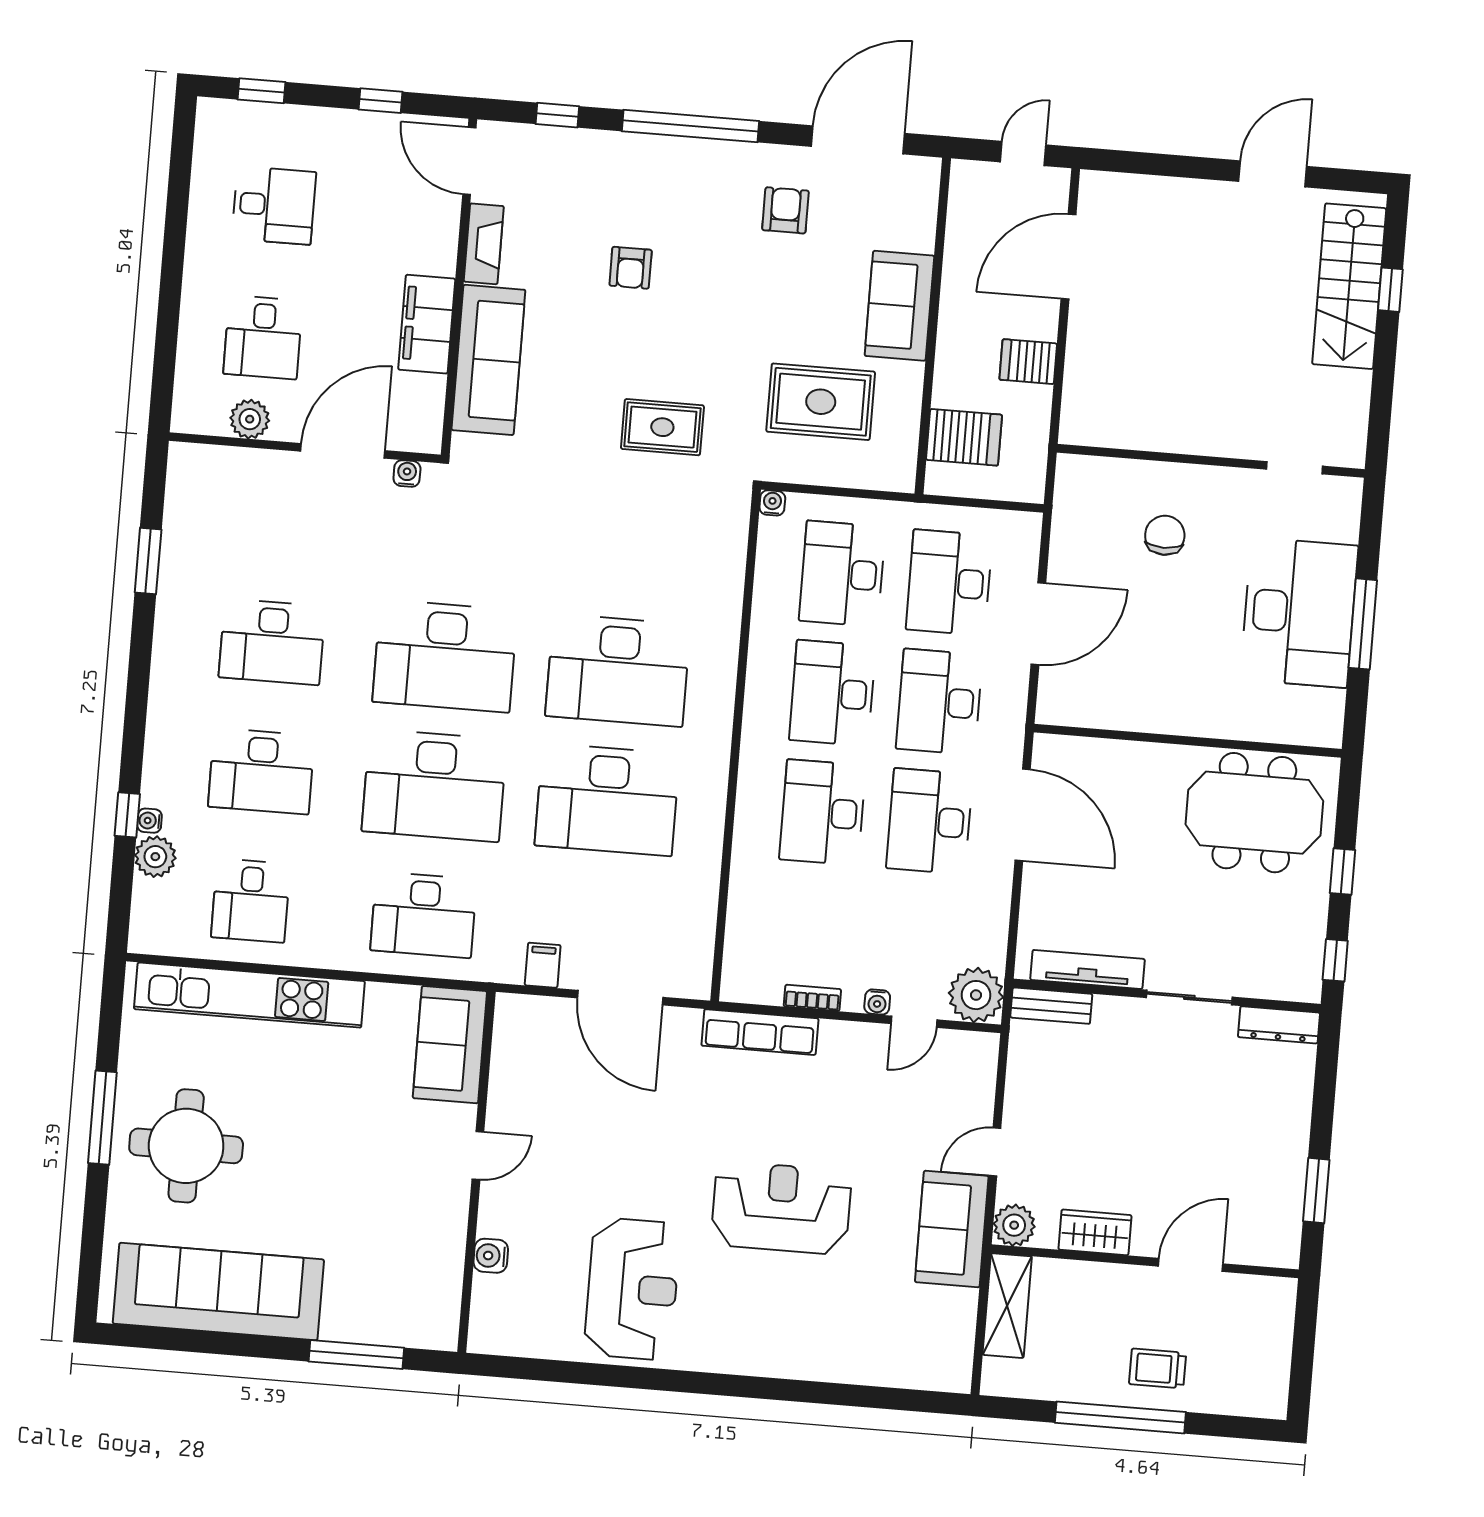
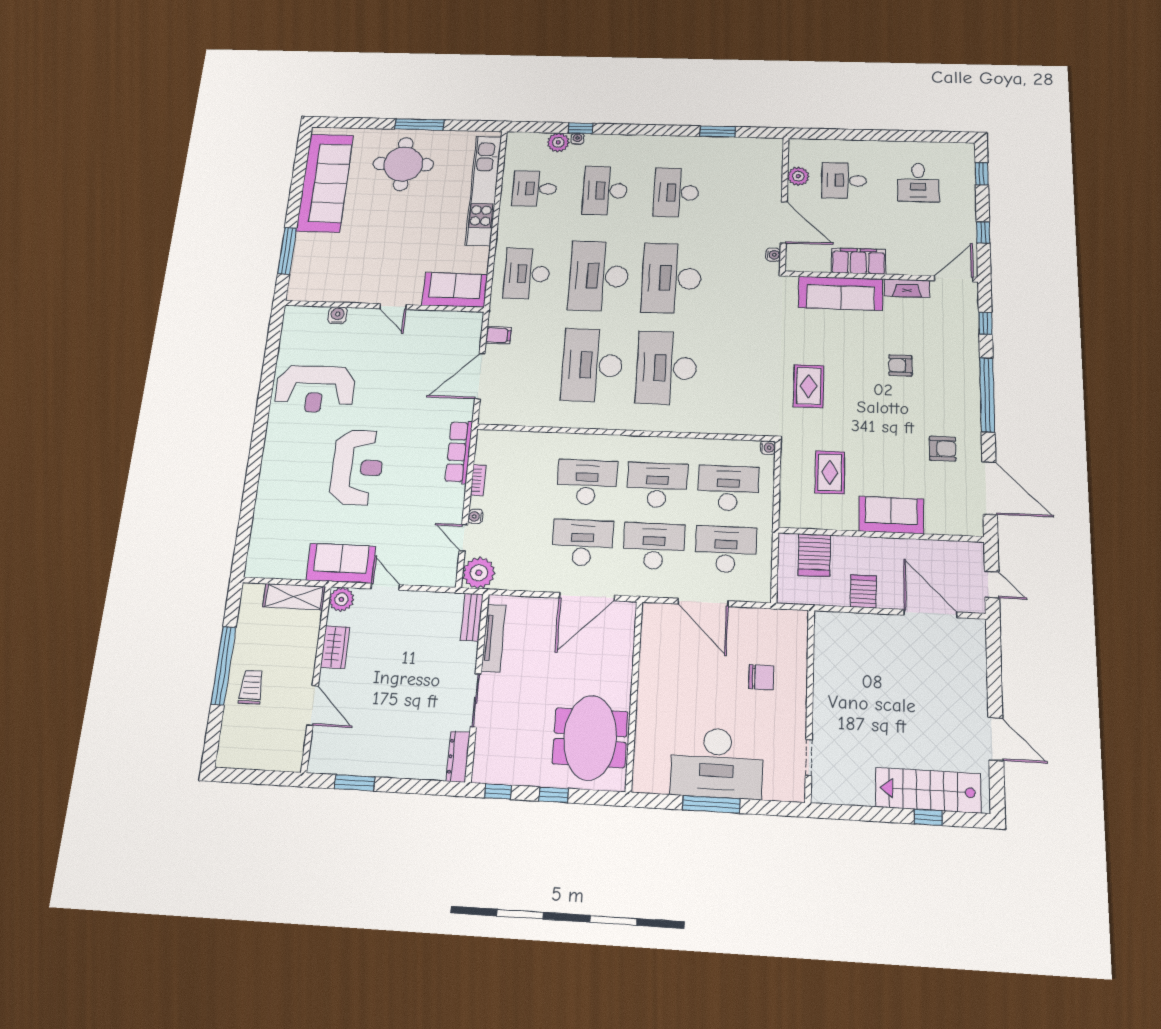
rug: (821, 402) -> (830, 472), width x0.73, depth x0.70

